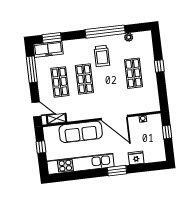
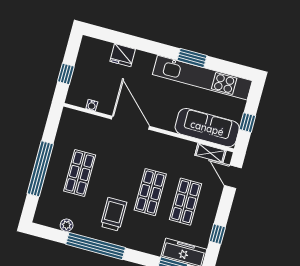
window: (159, 66) -> (40, 169), width x3.17
window: (32, 69) -> (217, 234), width x0.46
sofa: (81, 132) -> (207, 128), moved
window: (117, 171) -> (192, 58), moved

